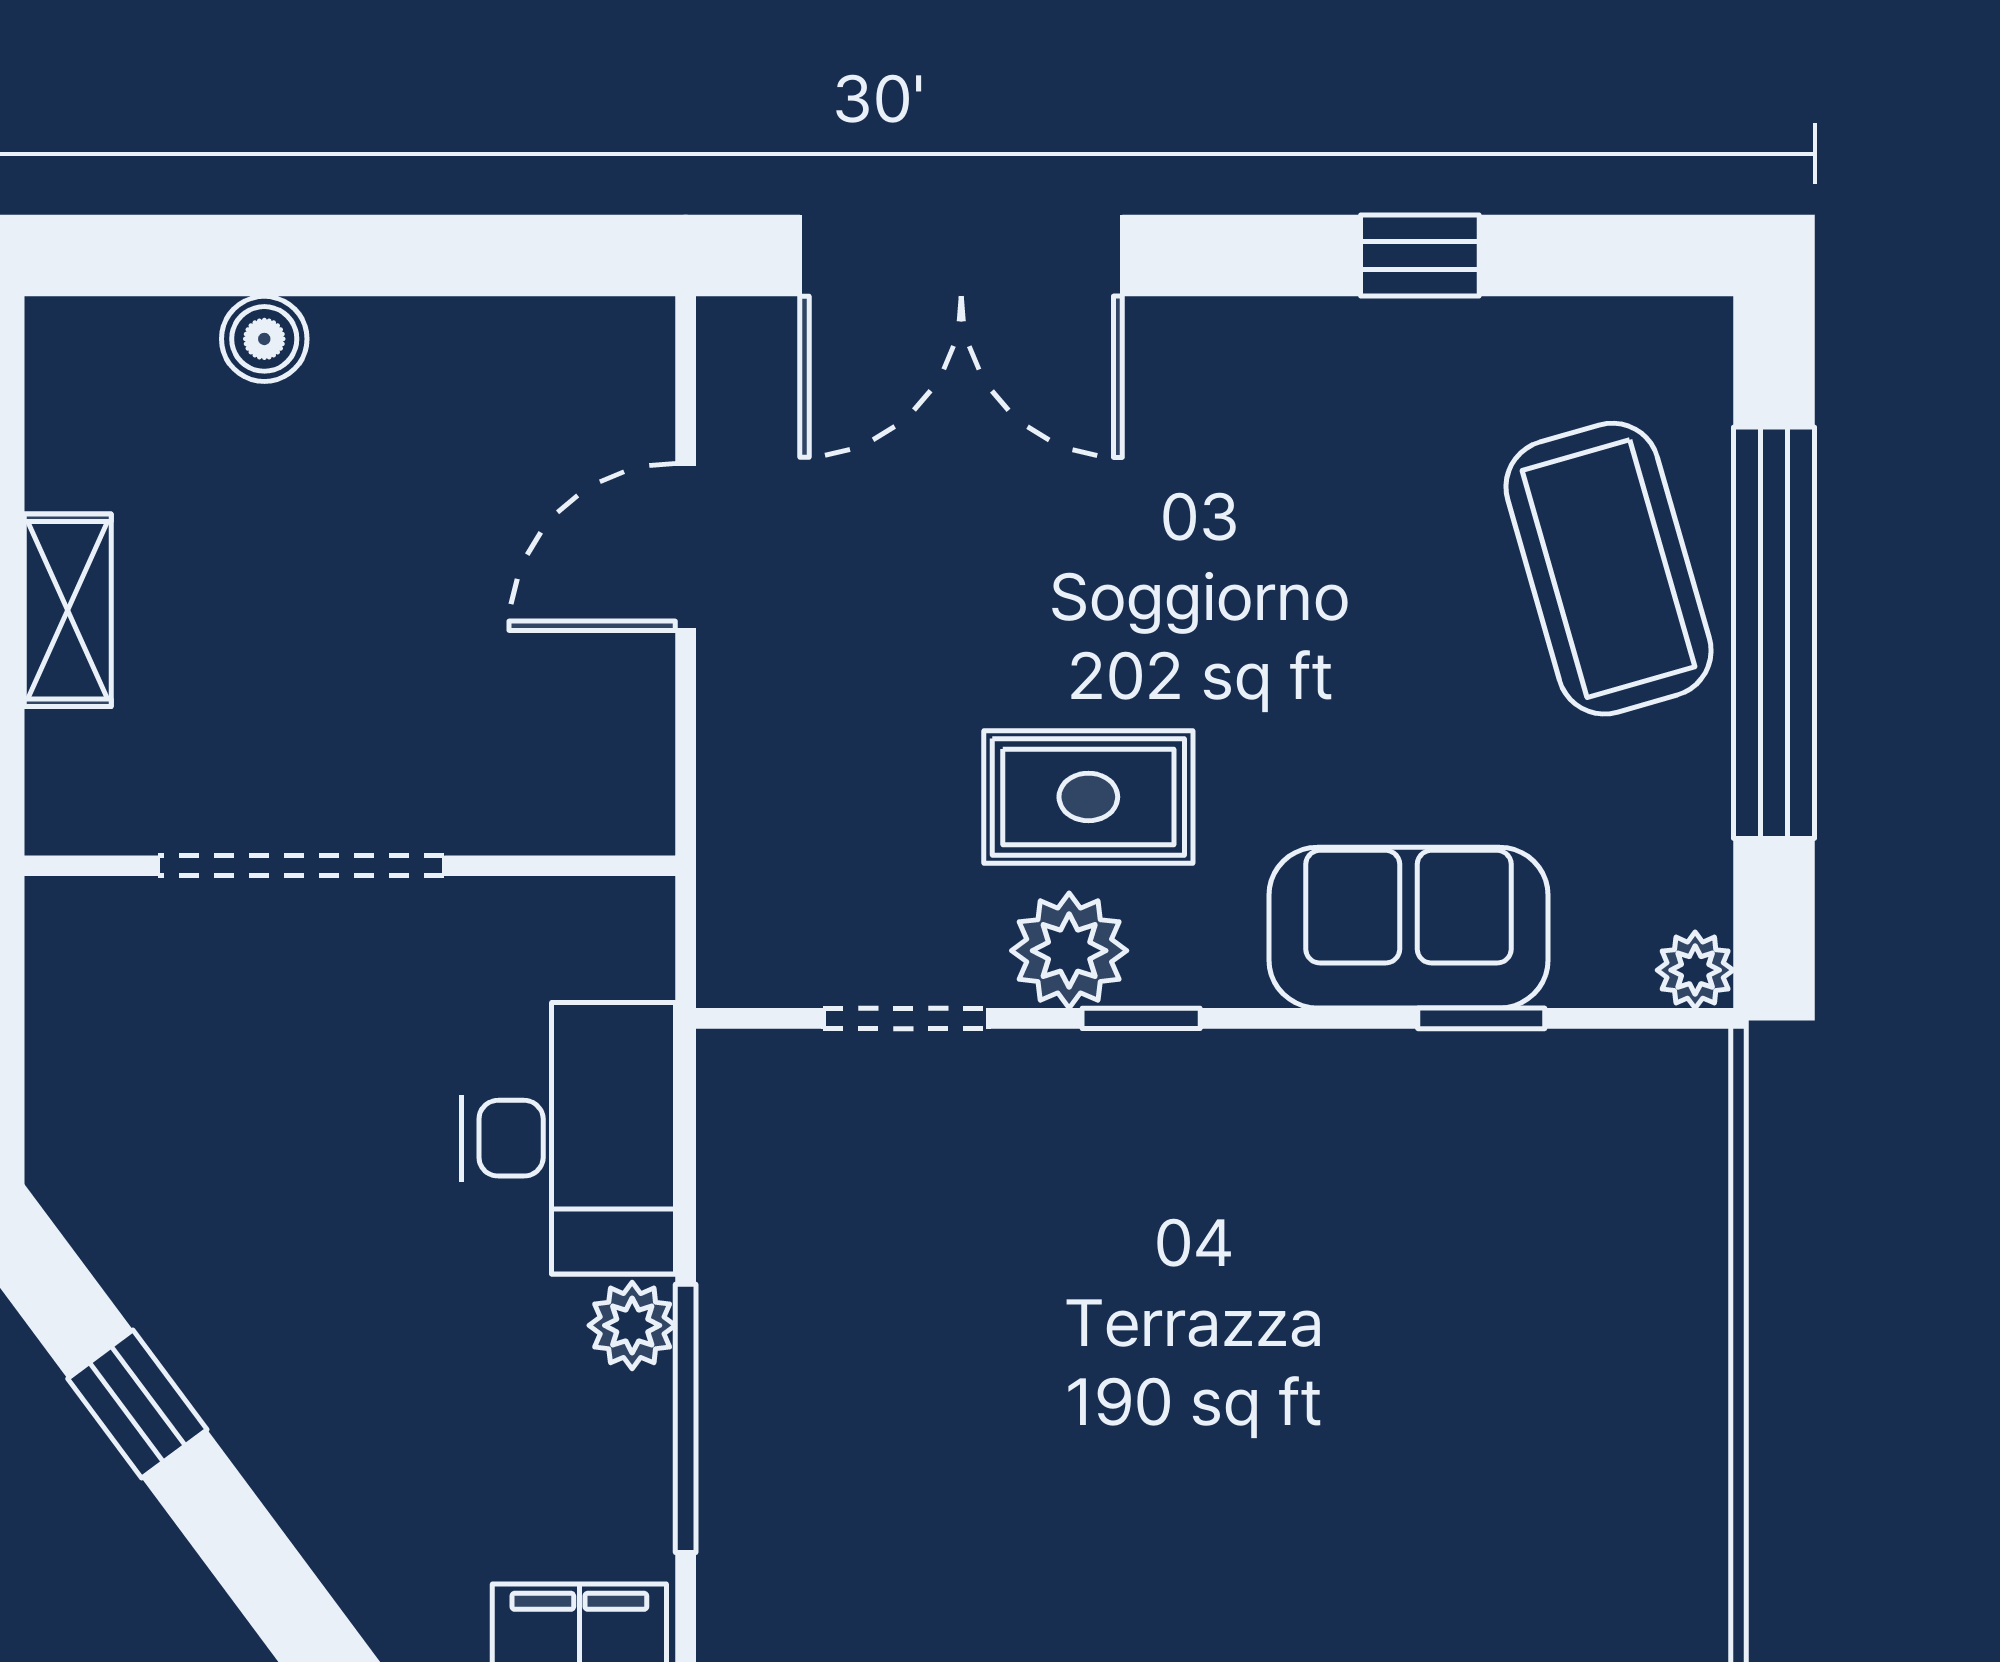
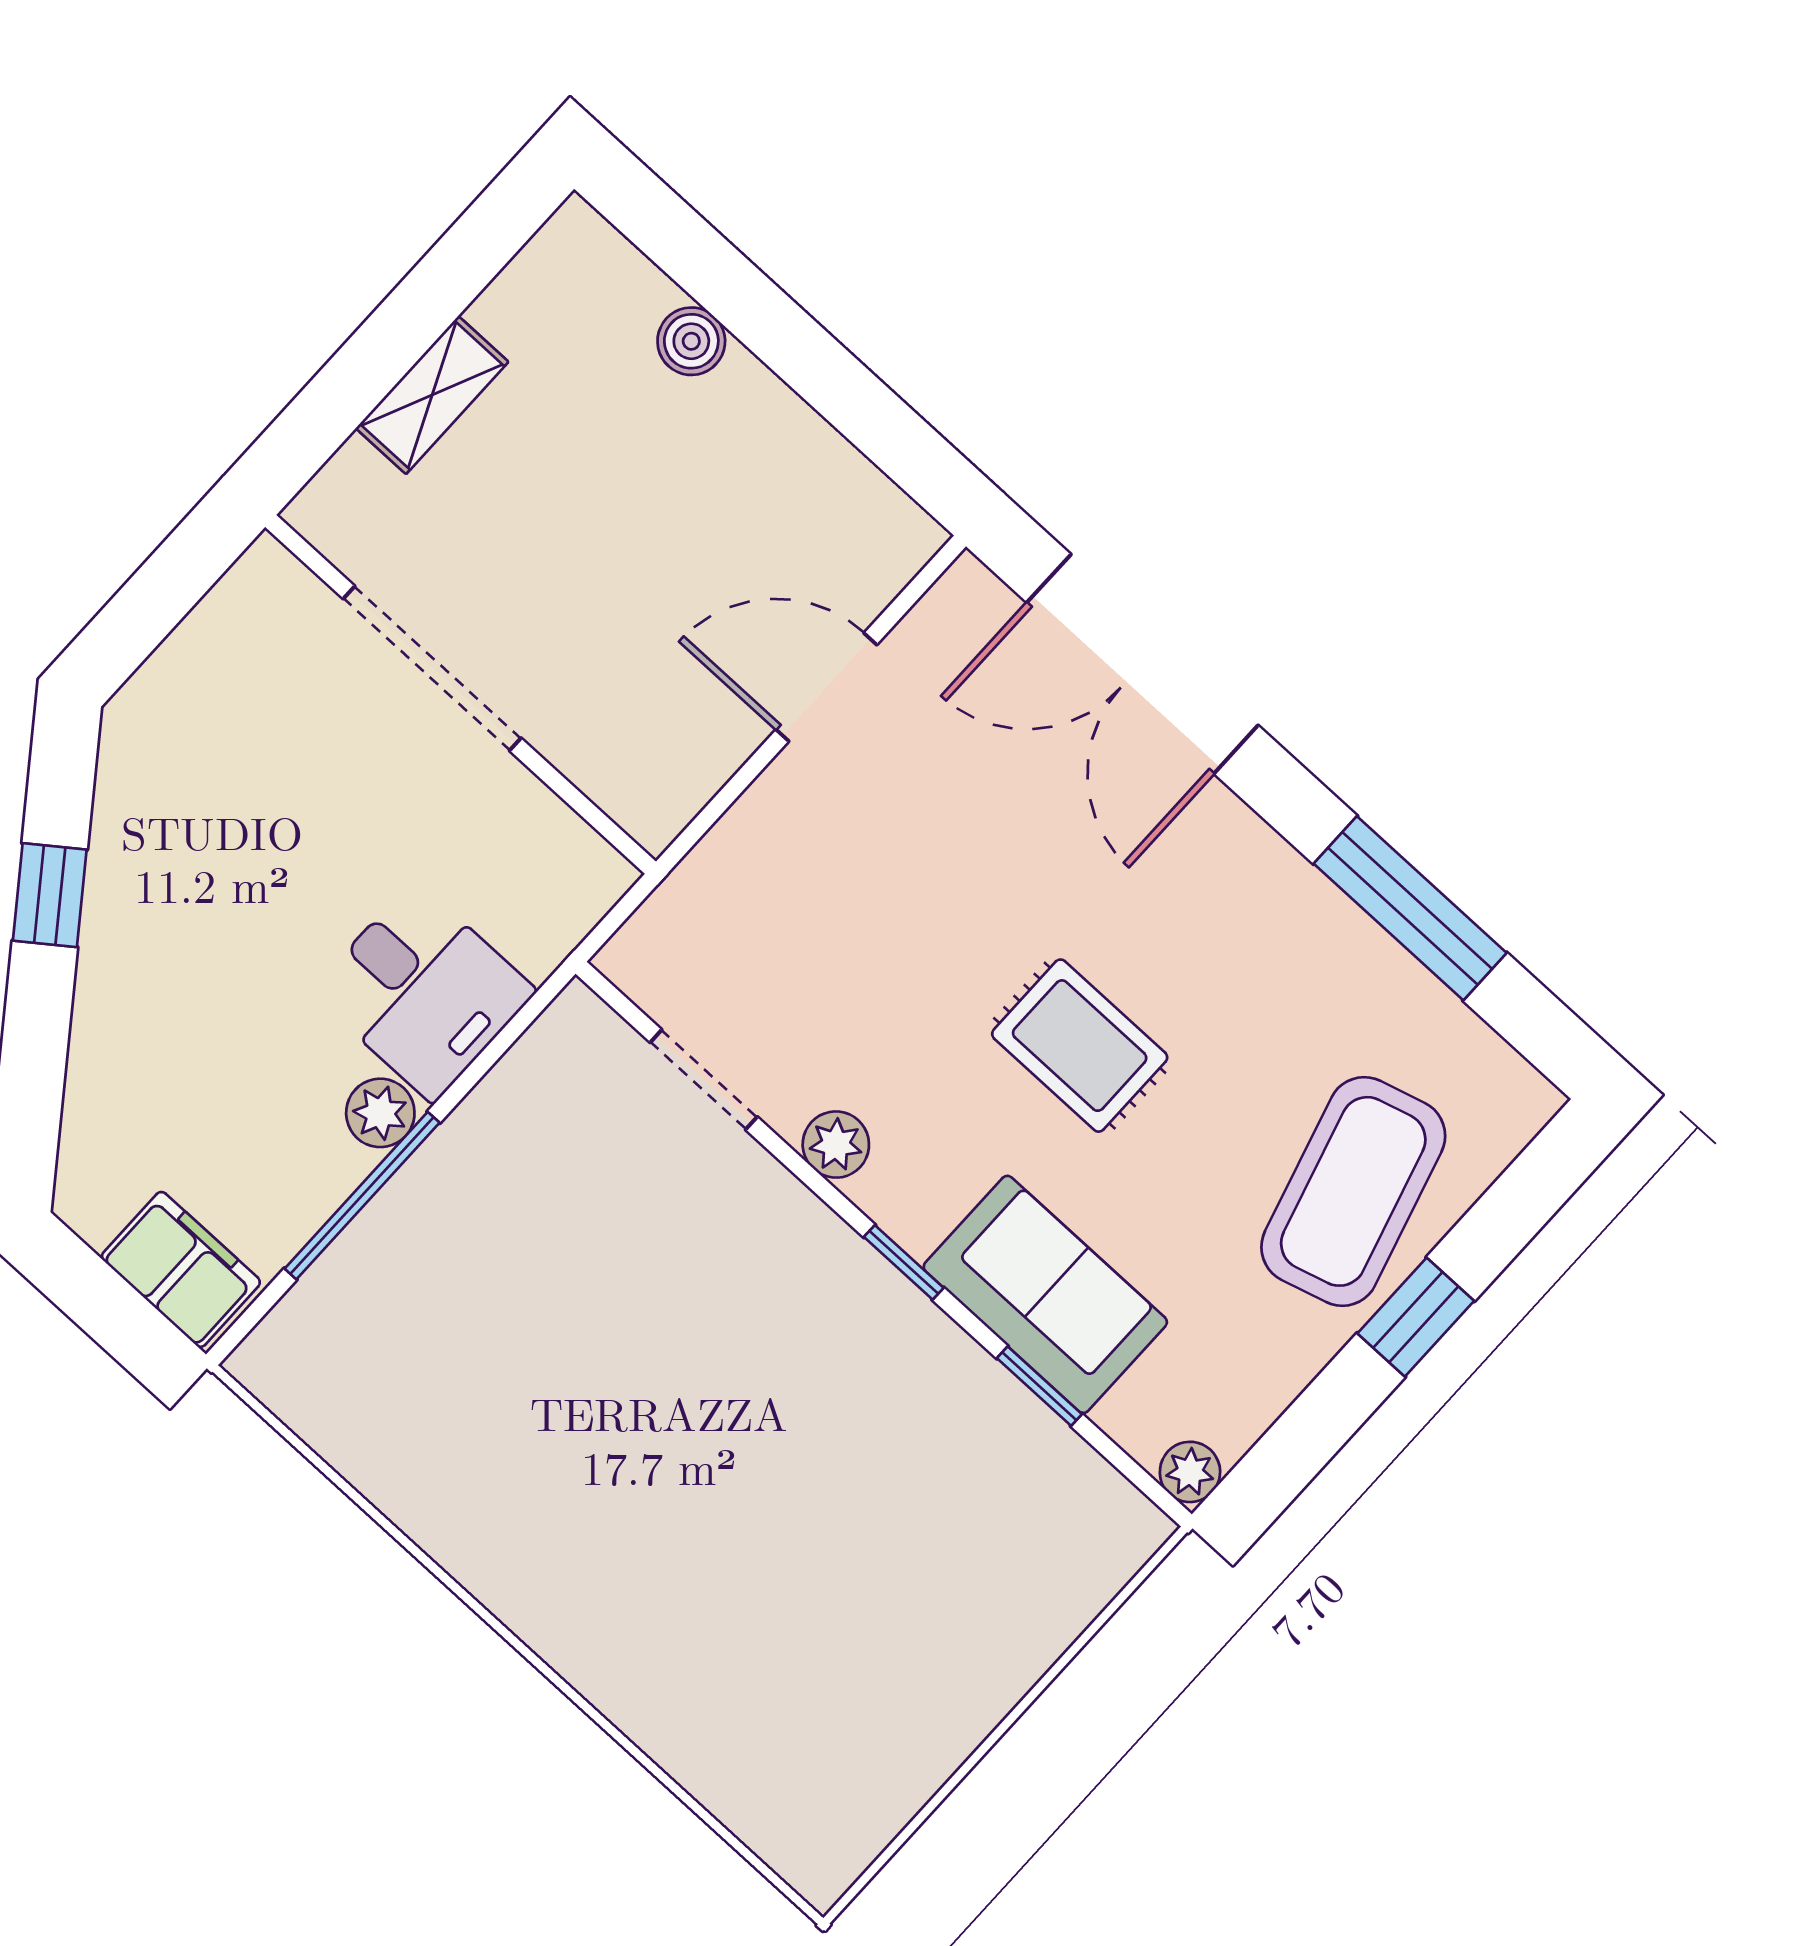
window: (1420, 255) -> (1410, 908), width x2.17
window: (1774, 633) -> (1416, 1317), width x0.32
rug: (1088, 797) -> (1080, 1046), moved
plant: (1069, 951) -> (836, 1145), width x0.73, depth x0.73
window: (1141, 1018) -> (904, 1262), moved
desk: (569, 1138) -> (423, 991), width x0.73

